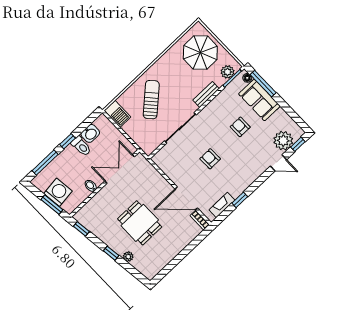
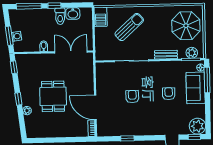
plant: (283, 141) -> (197, 126), moved
washing machine: (58, 192) -> (17, 36), width x0.53, depth x0.53
fireplace: (222, 205) -> (114, 132), removed

